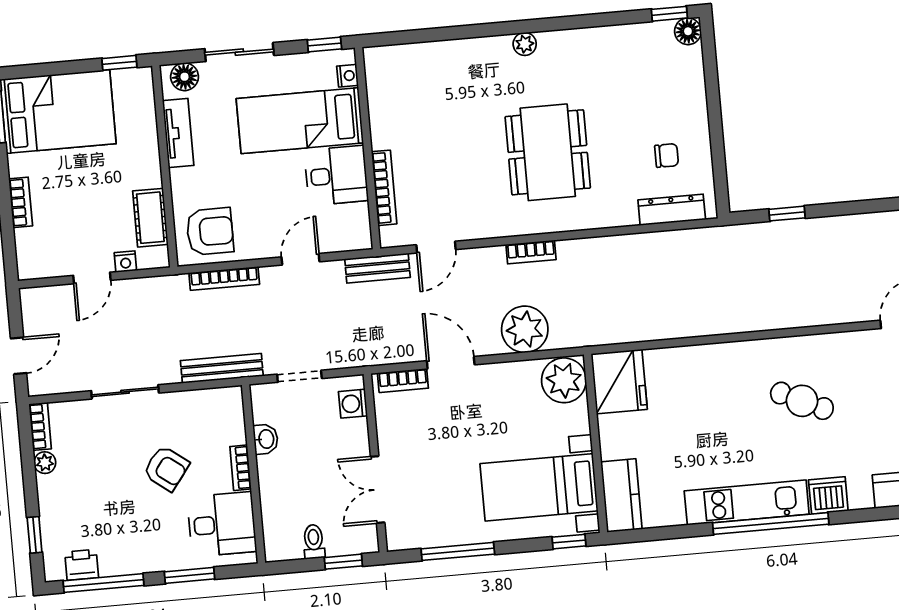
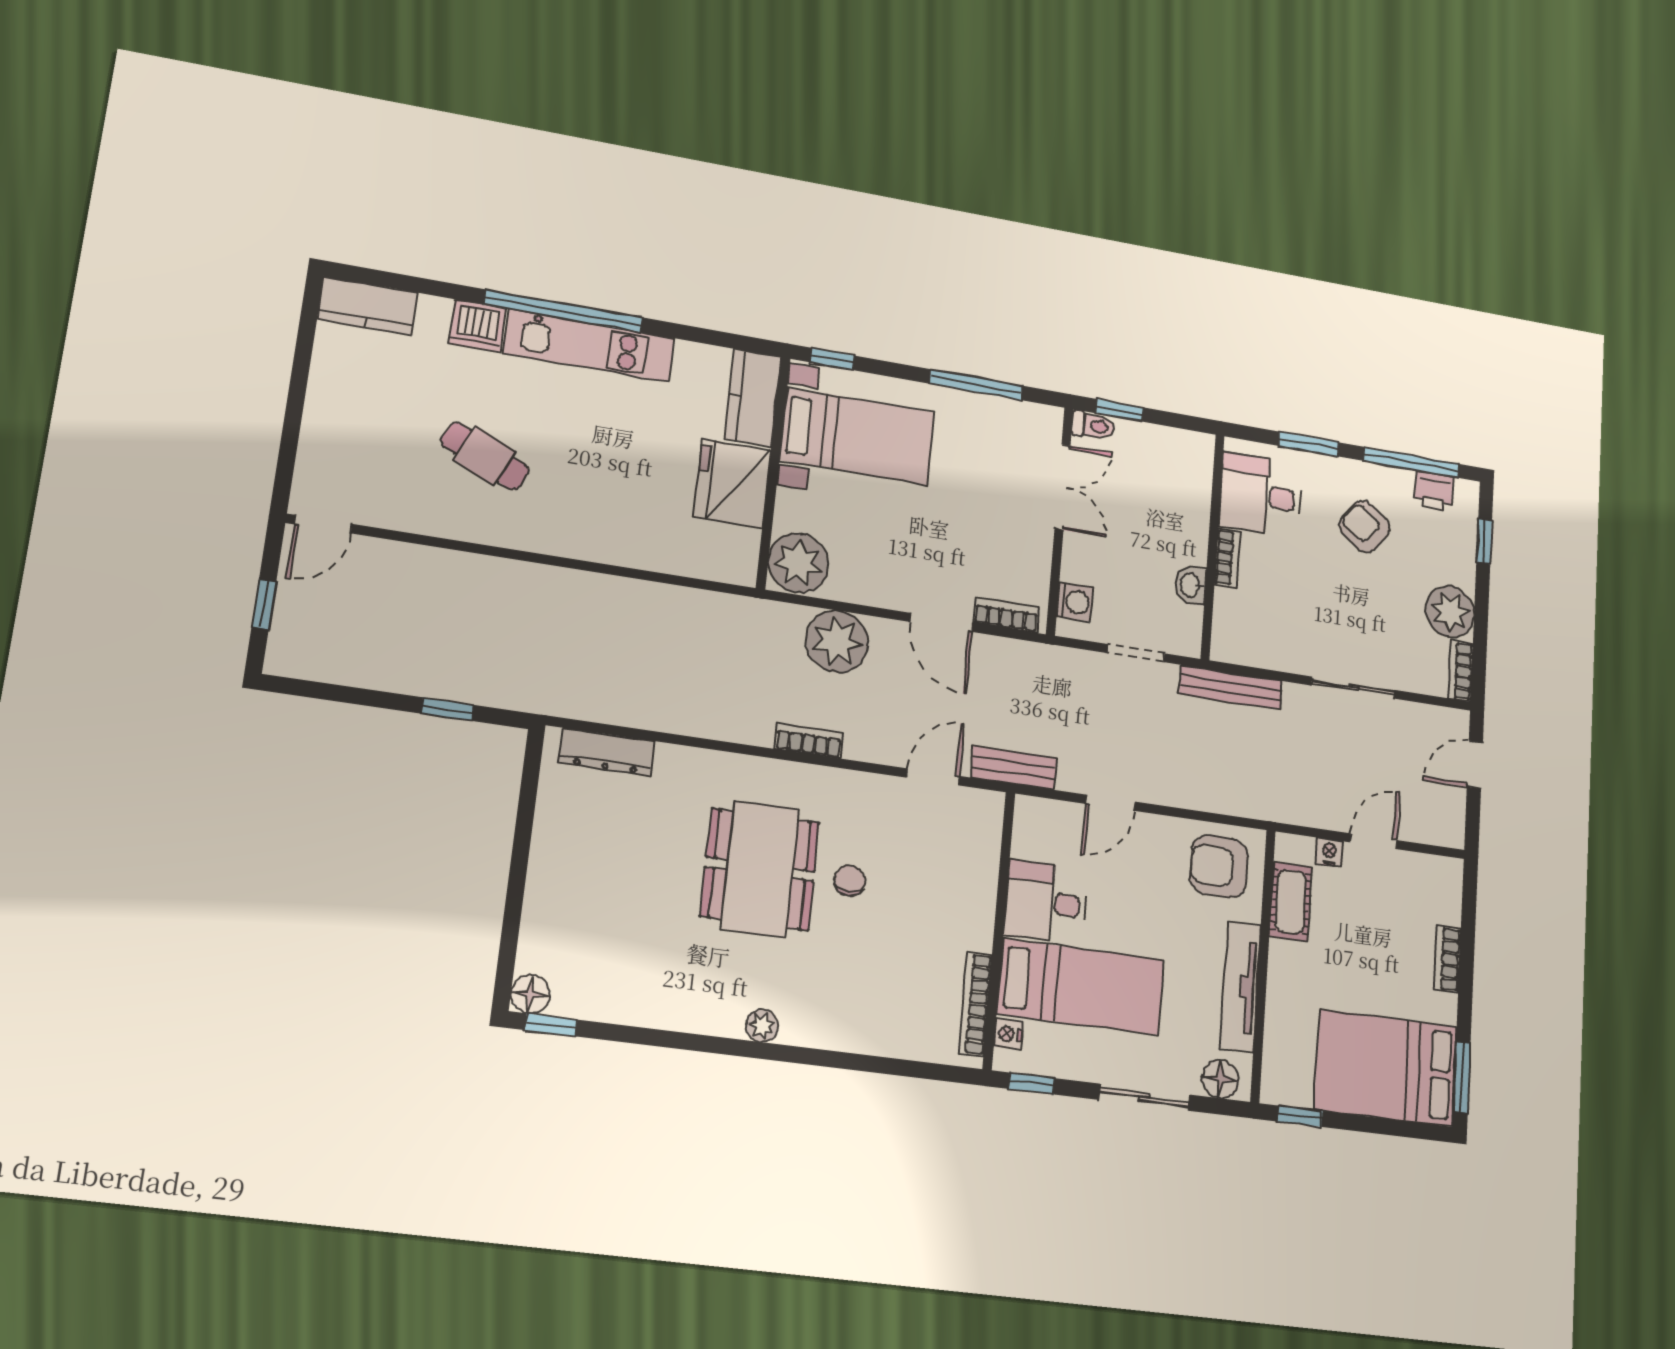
tv unit: (178, 133) -> (1241, 987), width x1.41
chair: (667, 155) -> (850, 881), moved, turned 90
bookcase: (384, 188) -> (975, 1004), moved
bookcase: (224, 279) -> (1210, 801), removed
fridge: (619, 382) -> (733, 483), moved
plant: (45, 463) -> (1450, 612), width x1.88, depth x1.88
armchair: (166, 468) -> (1365, 527), moved
toilet: (314, 542) -> (1093, 426), moved, turned -90

